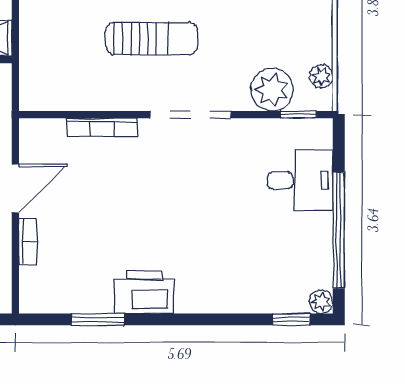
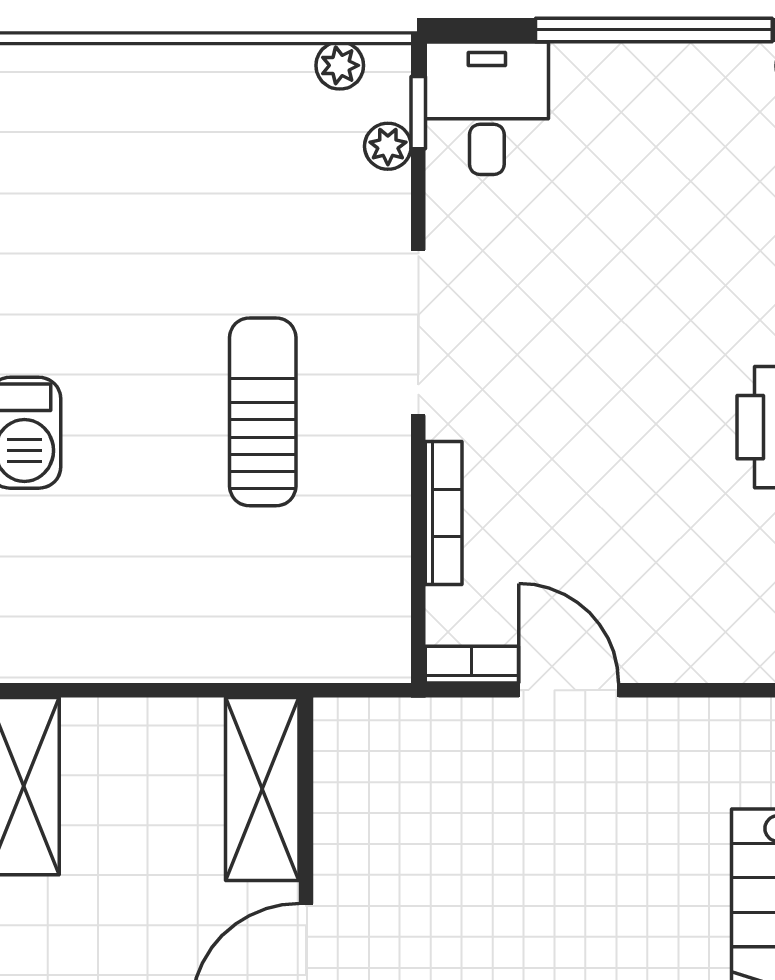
plant: (272, 90) -> (388, 146), width x0.53, depth x0.53
desk: (300, 180) -> (487, 108), moved
bookcase: (28, 242) -> (472, 665), moved

